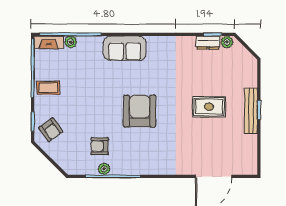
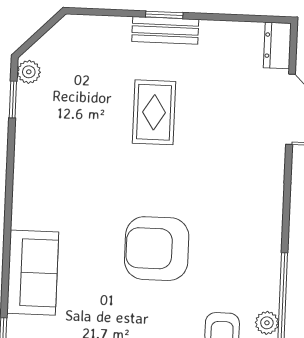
dresser: (208, 43) -> (277, 45), moved, turned 180
bench: (251, 111) -> (165, 30), width x0.73

